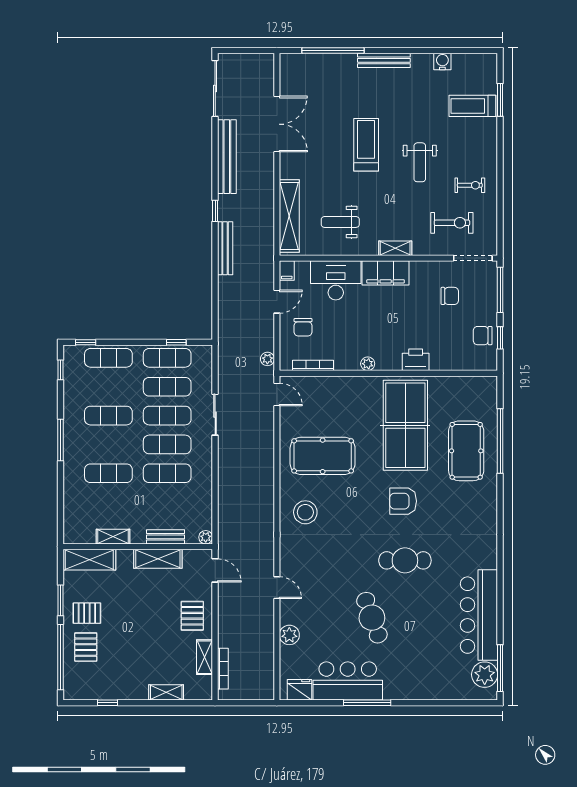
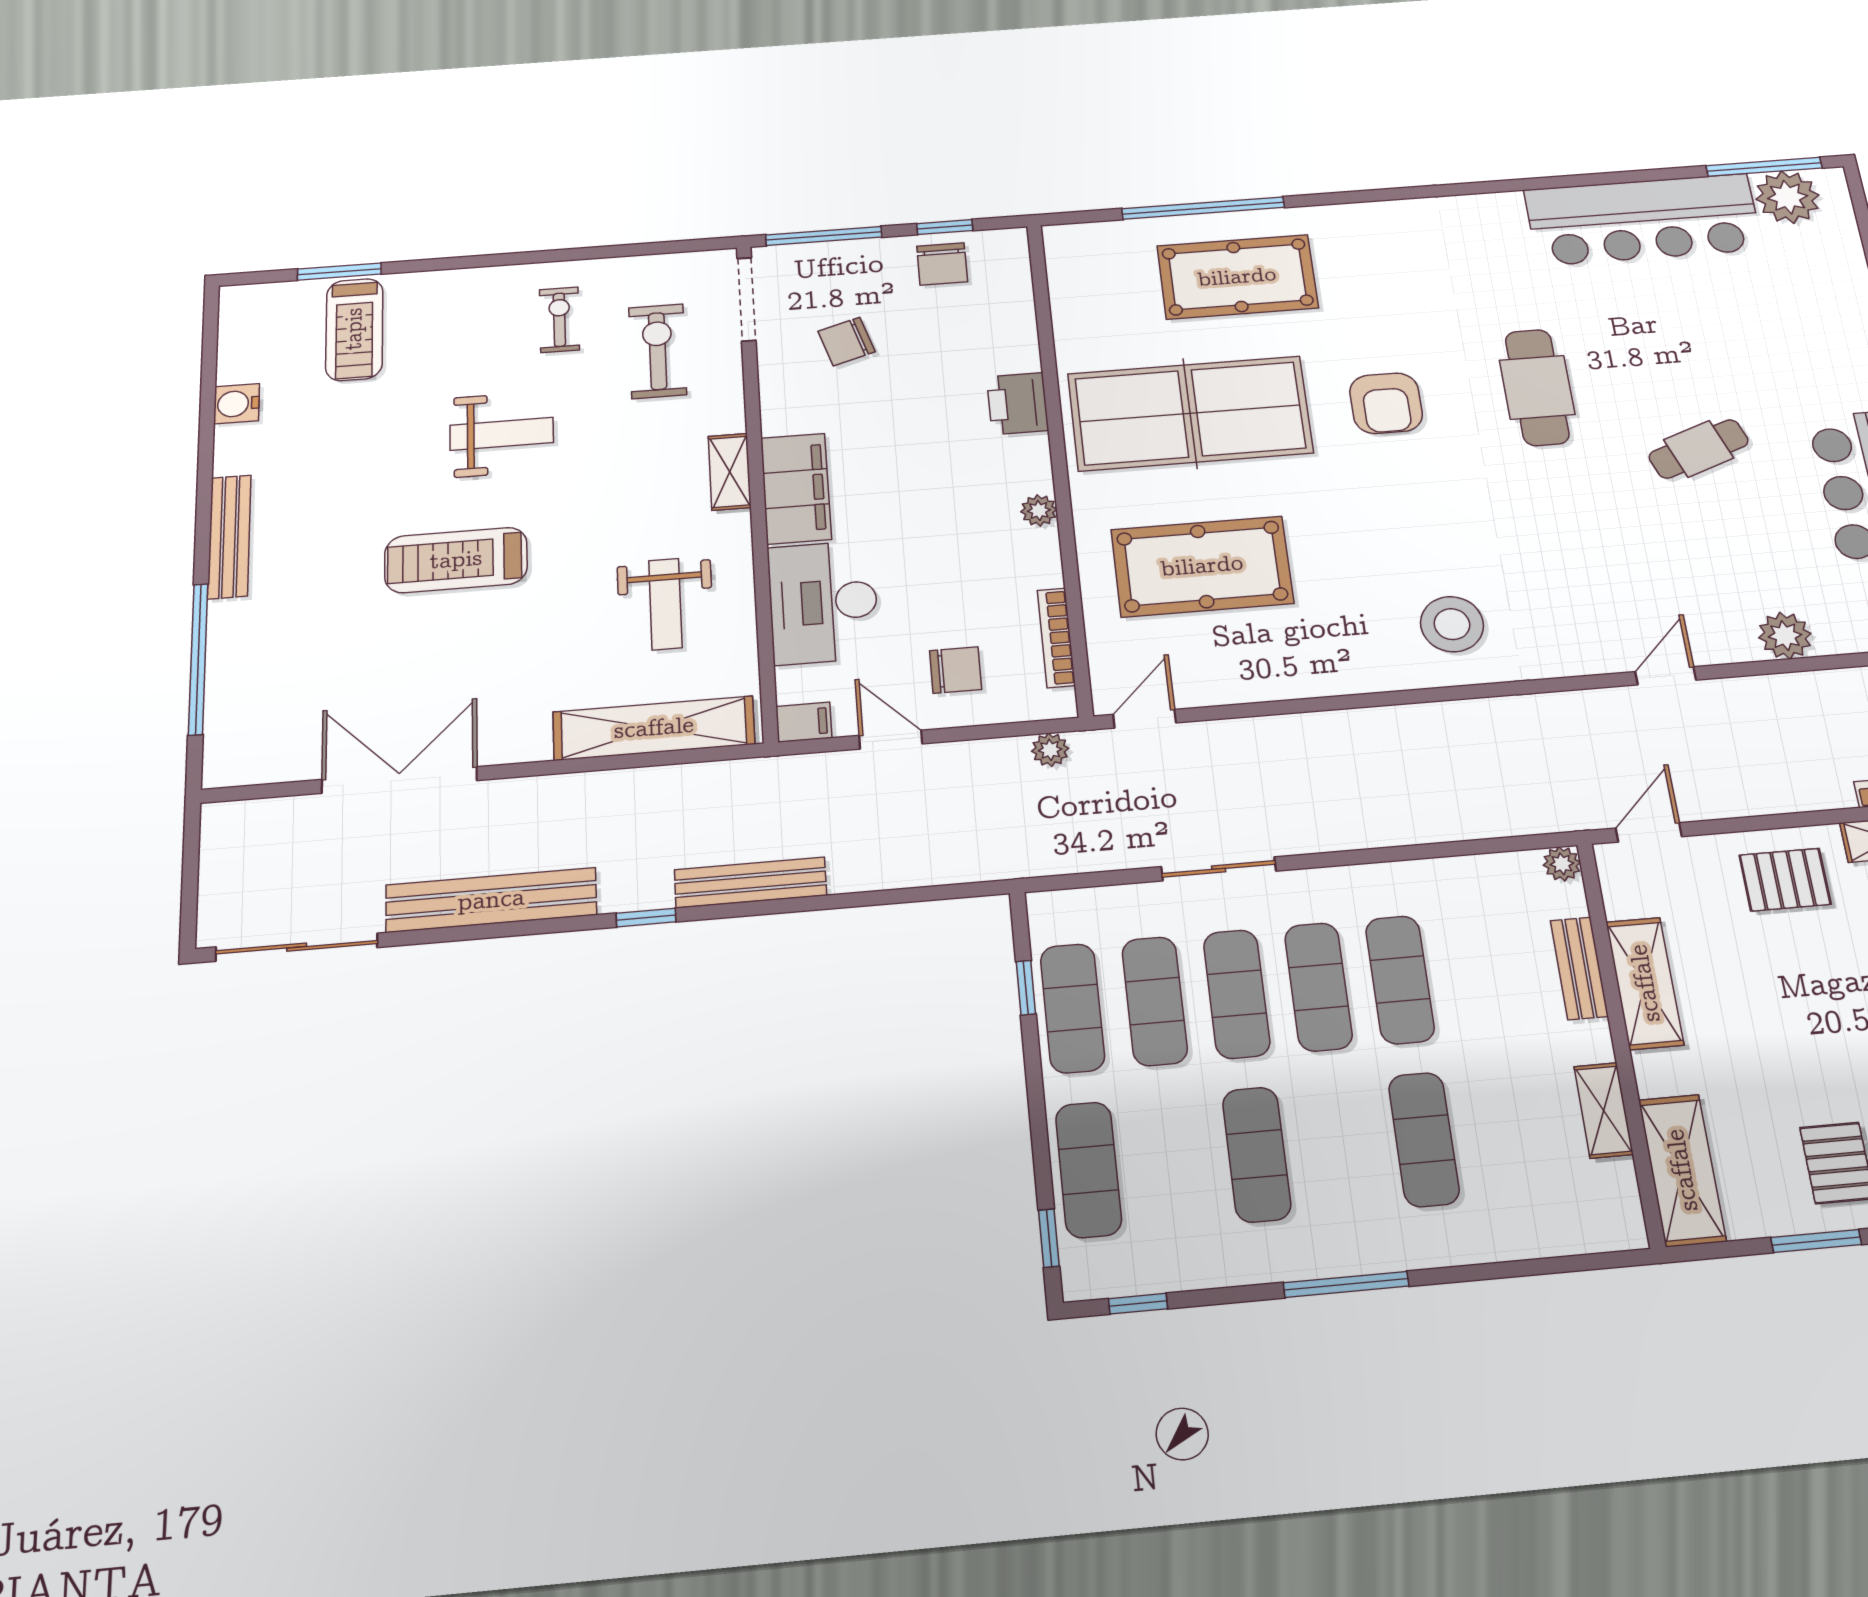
chair: (450, 296) -> (846, 342), turned -107
pool table: (323, 456) -> (1202, 566), moved, turned 90
cafe table: (372, 618) -> (1699, 449), width x0.73, depth x0.74

